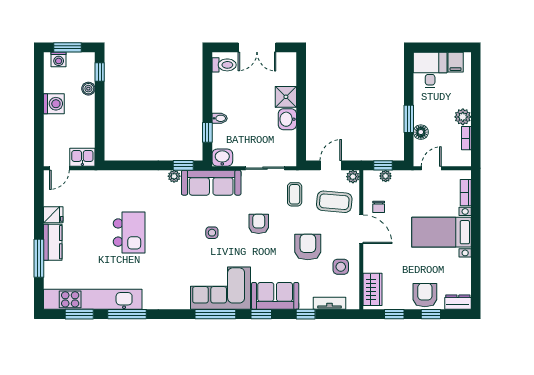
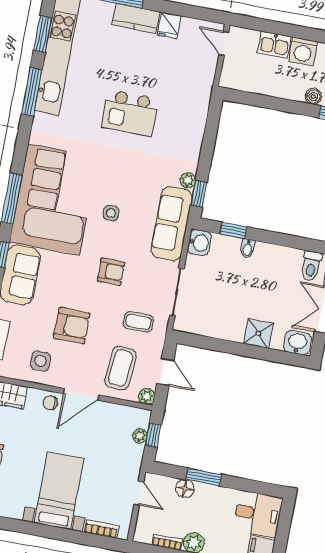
washbasin: (287, 119) -> (297, 343), moved
kitchen sink: (82, 157) -> (274, 45), moved, turned 90
chair: (379, 207) -> (51, 403), moved
corner sofa: (221, 288) -> (54, 200), width x1.36, depth x1.36

